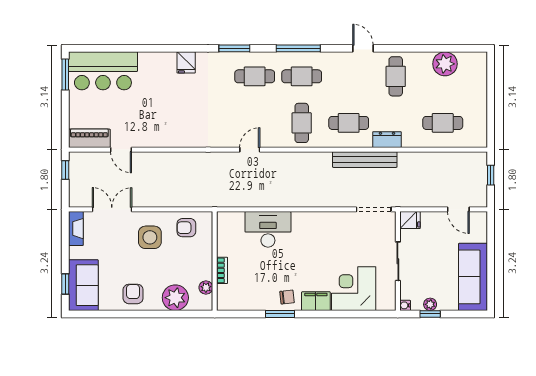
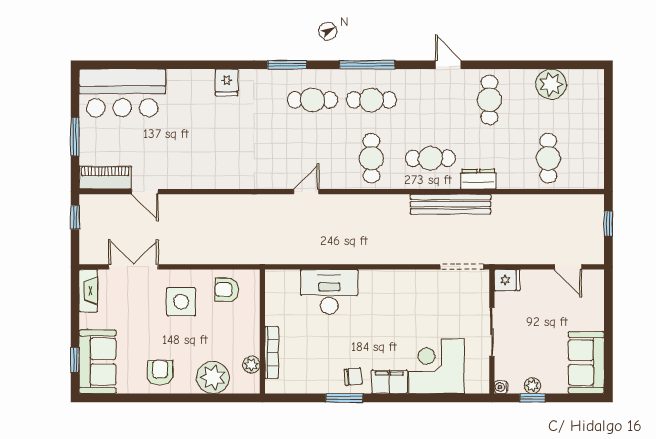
window: (65, 74) -> (75, 137), moved
cafe table: (443, 123) -> (548, 158), turned 90
bookcase: (222, 270) -> (272, 353), width x1.56
sofa: (473, 277) -> (586, 363), width x0.73

